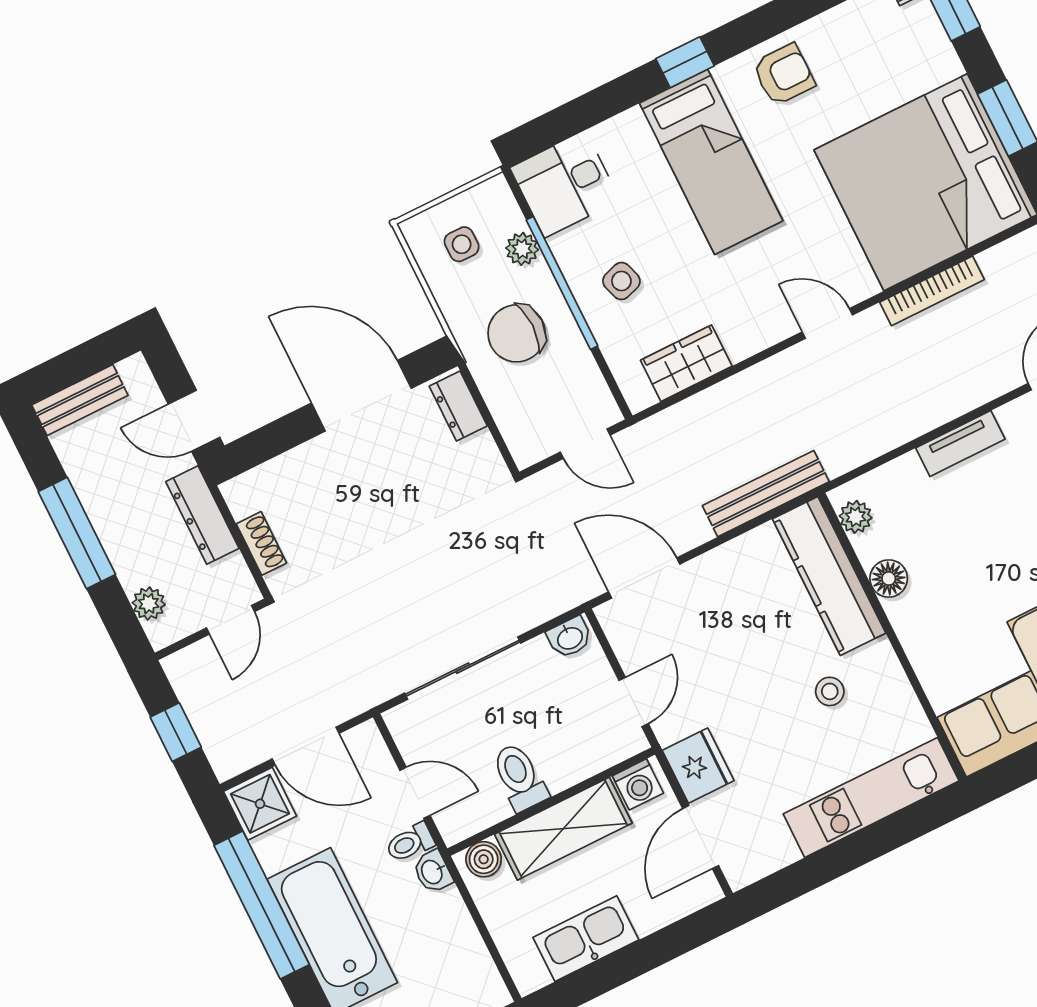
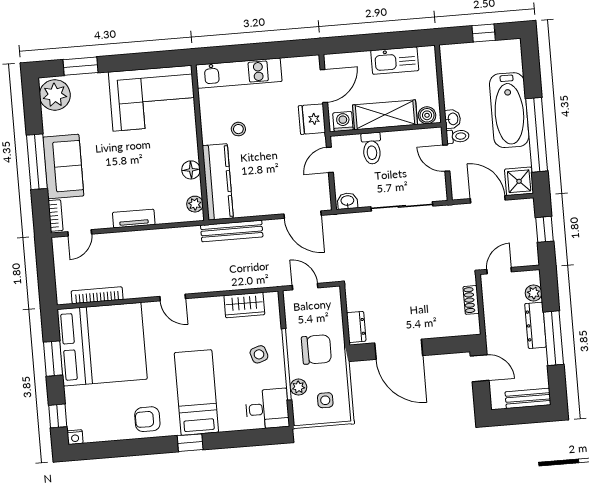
bookcase: (932, 291) -> (97, 295), moved
dresser: (202, 515) -> (535, 325), moved, turned 180
toilet: (519, 777) -> (372, 148), moved

